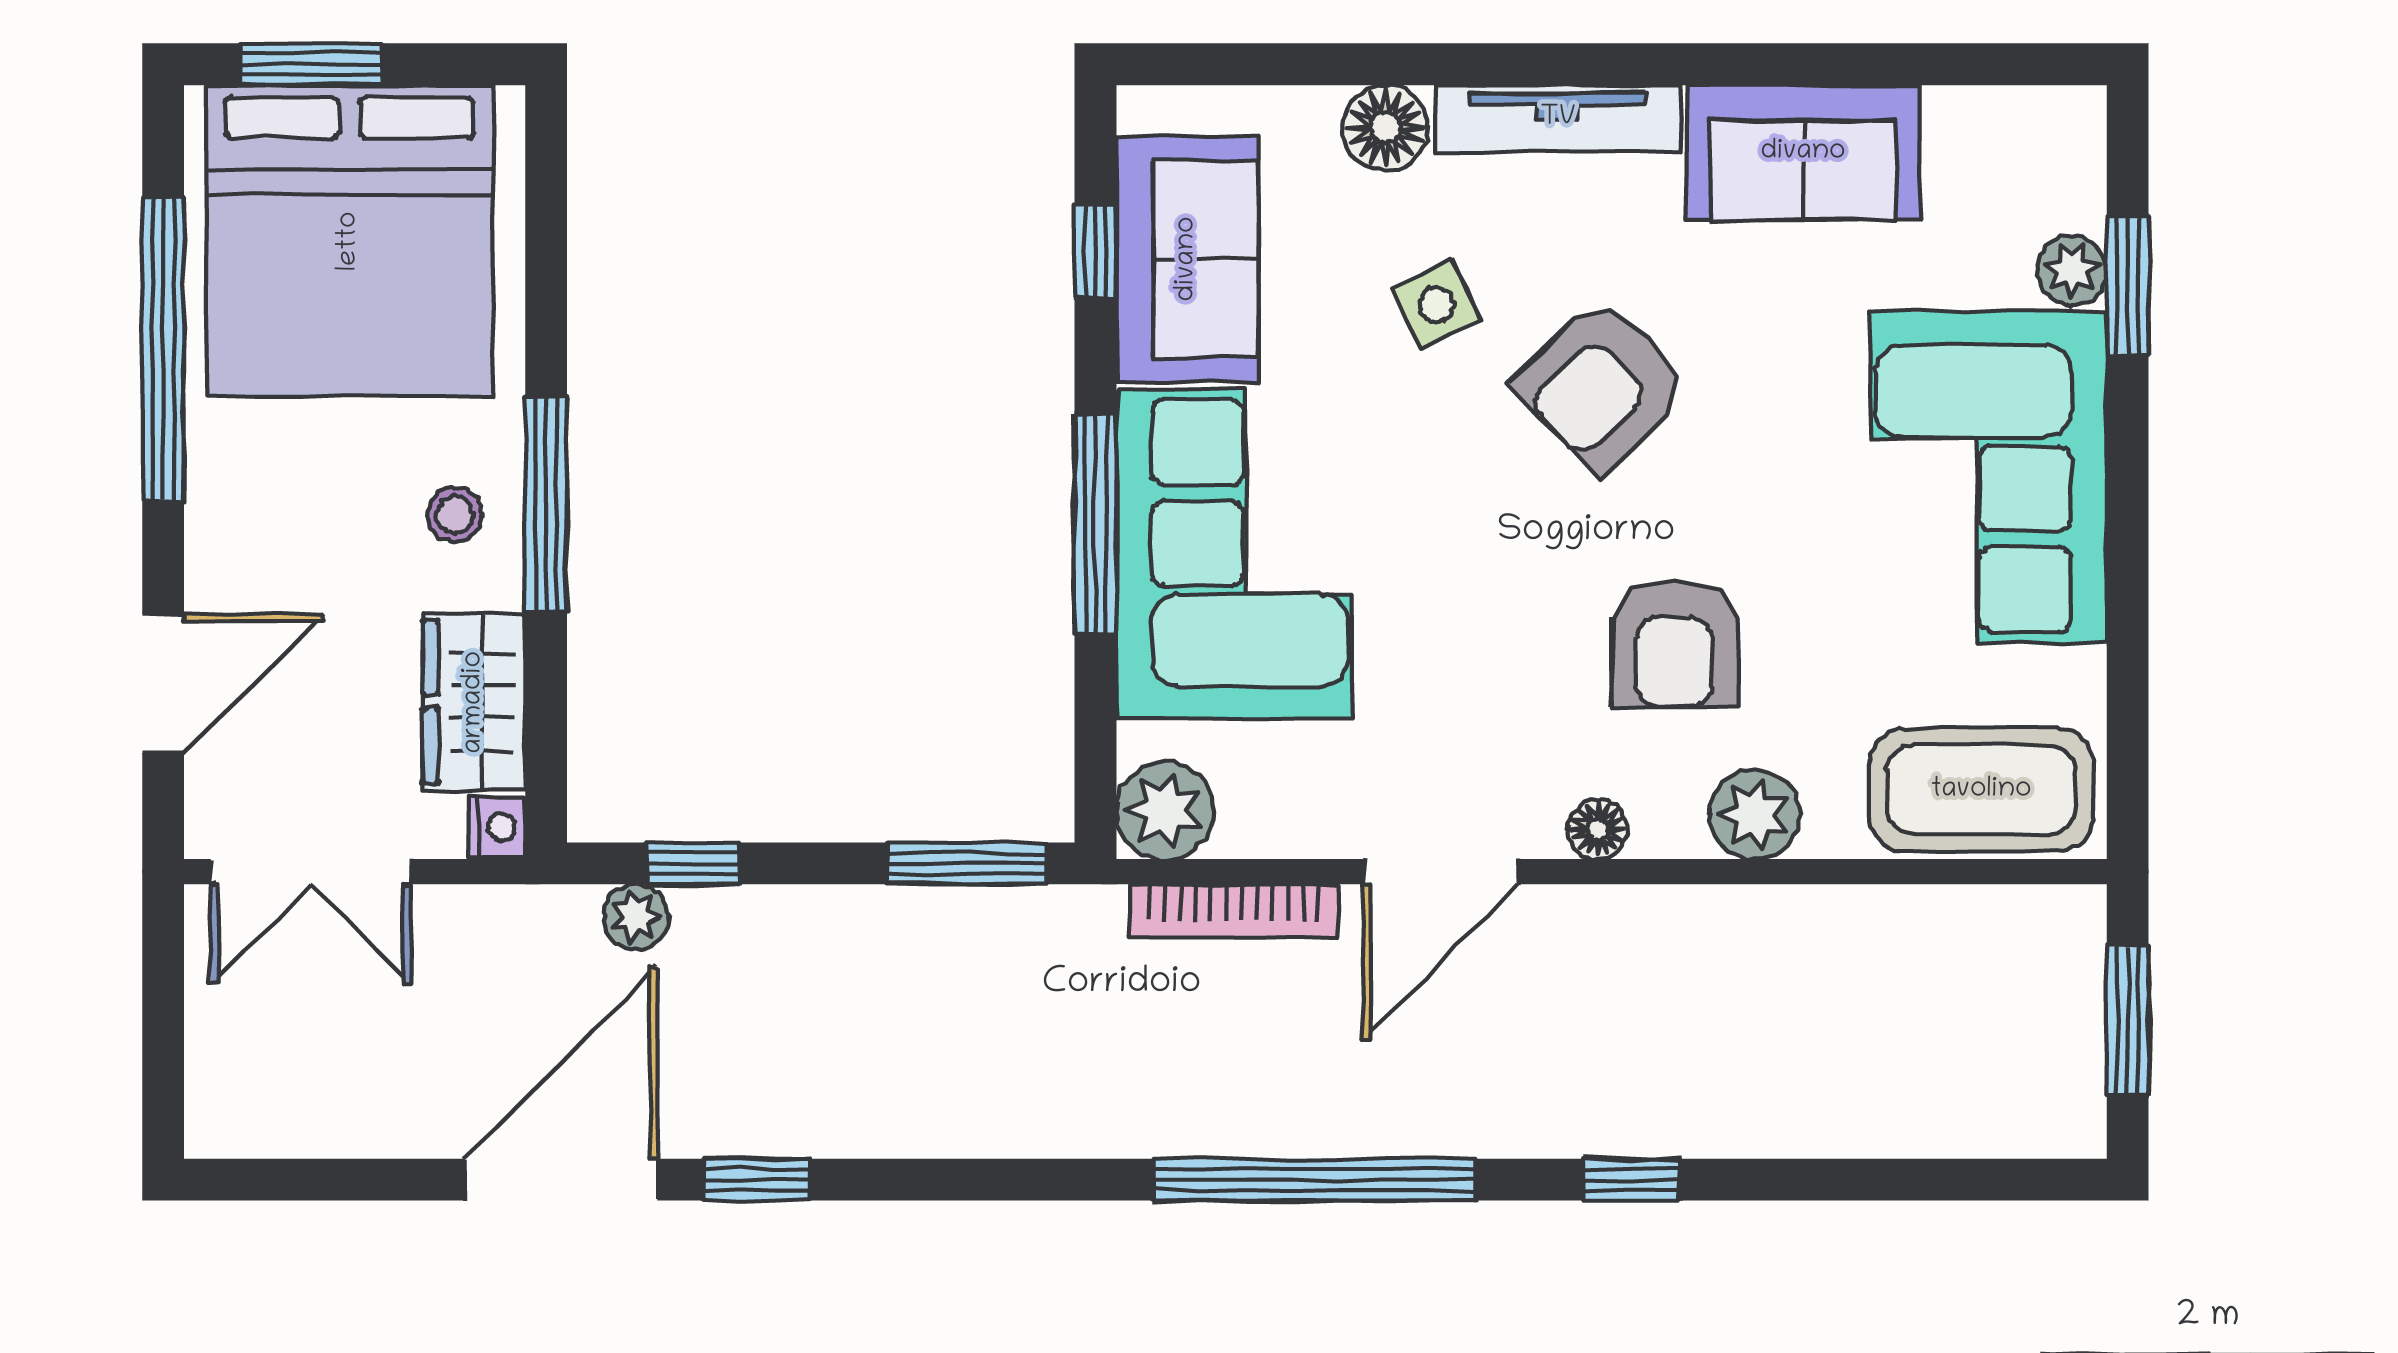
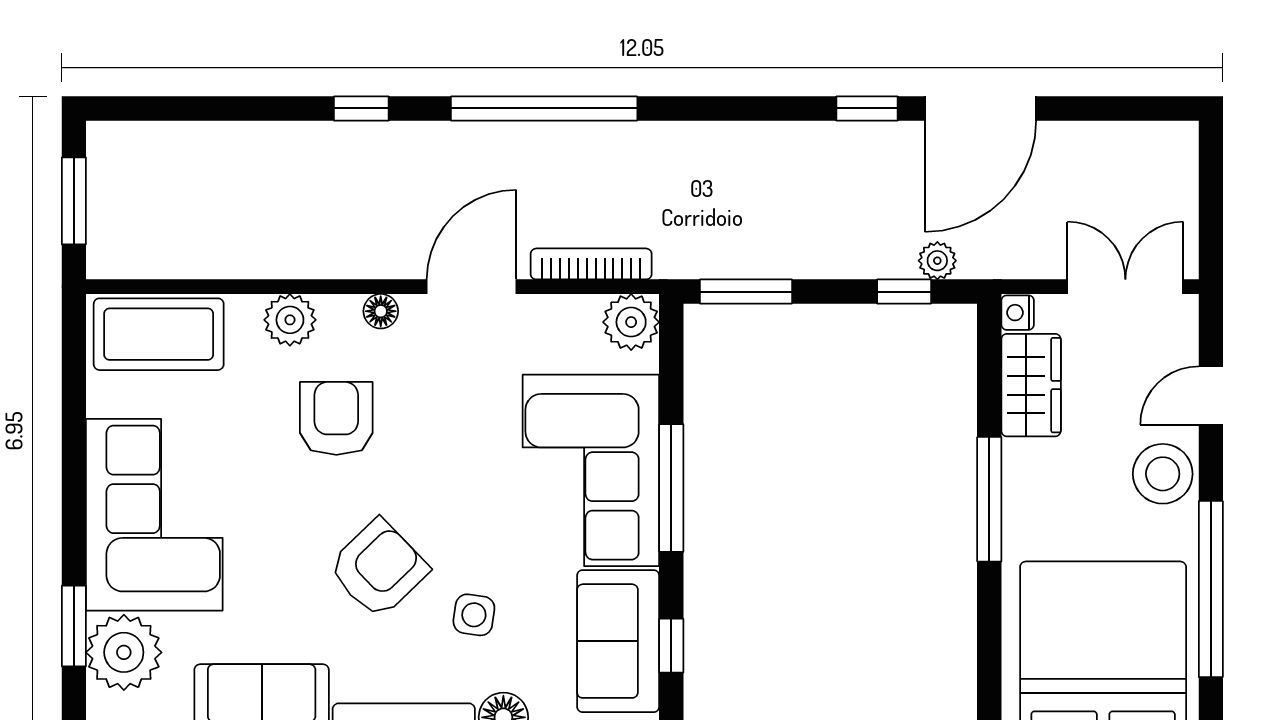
plant: (2072, 270) -> (124, 652), width x1.88, depth x1.88
side table: (1436, 305) -> (474, 615), turned 34
stool: (455, 515) -> (1163, 474), moved, width x1.89, depth x1.89
door: (163, 684) -> (1211, 396), width x0.73

